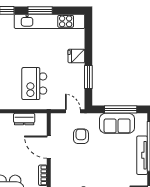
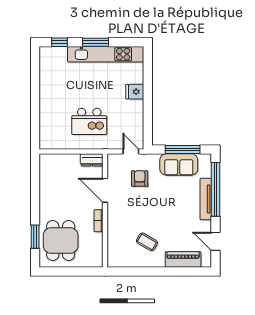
window: (88, 77) -> (148, 114), removed
kitchen island: (34, 84) -> (89, 121), turned -90
dresser: (24, 119) -> (92, 160), moved

